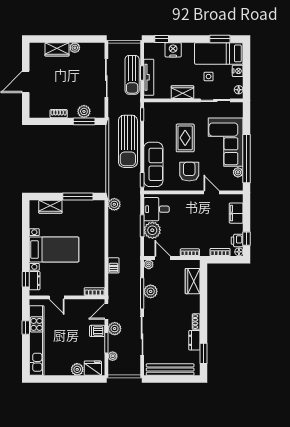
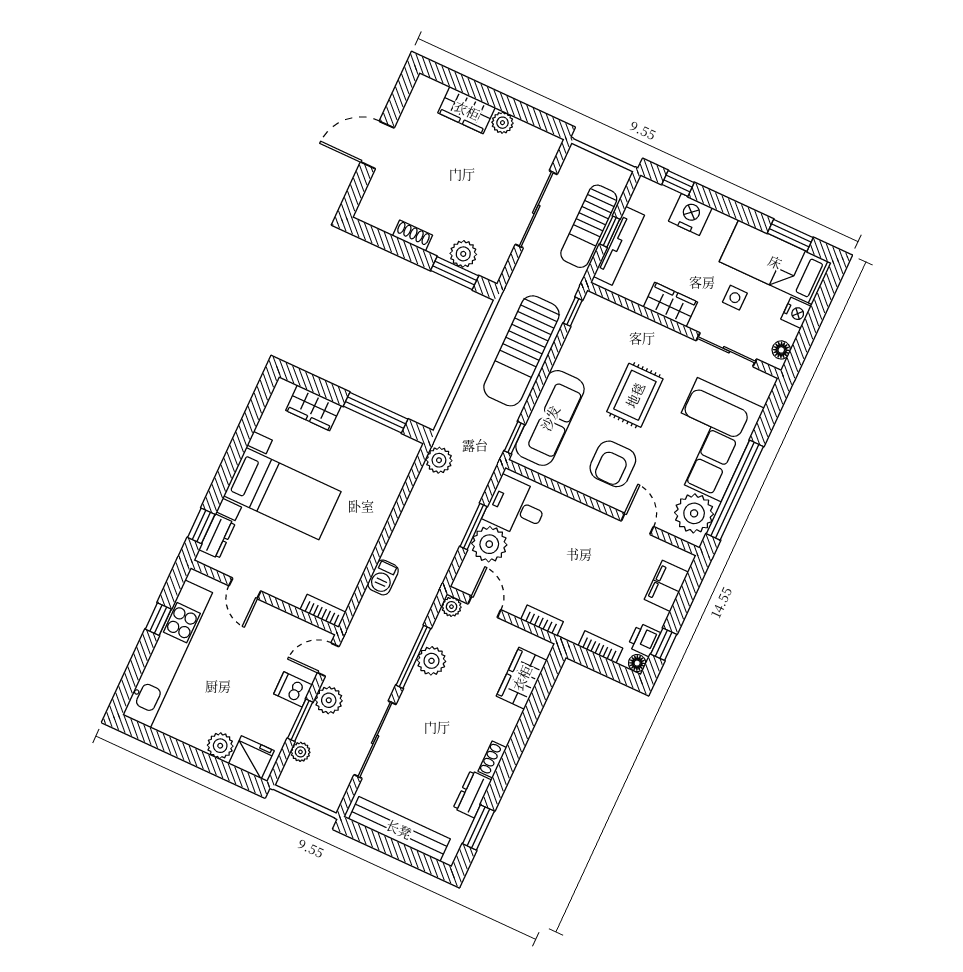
armchair: (189, 172) -> (613, 464), turned 180
plant: (238, 172) -> (694, 513), width x1.88, depth x1.88

